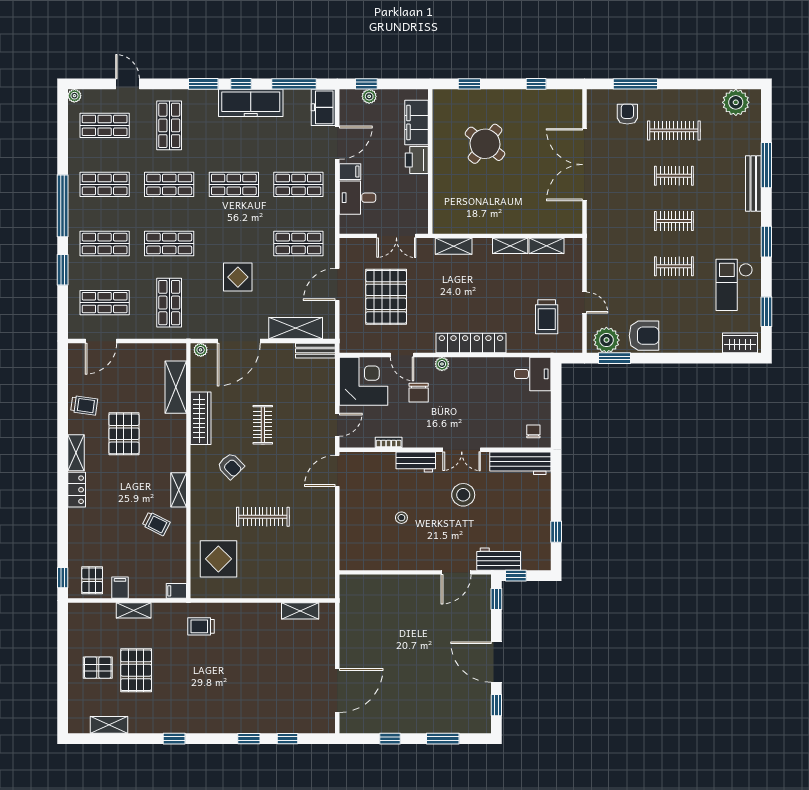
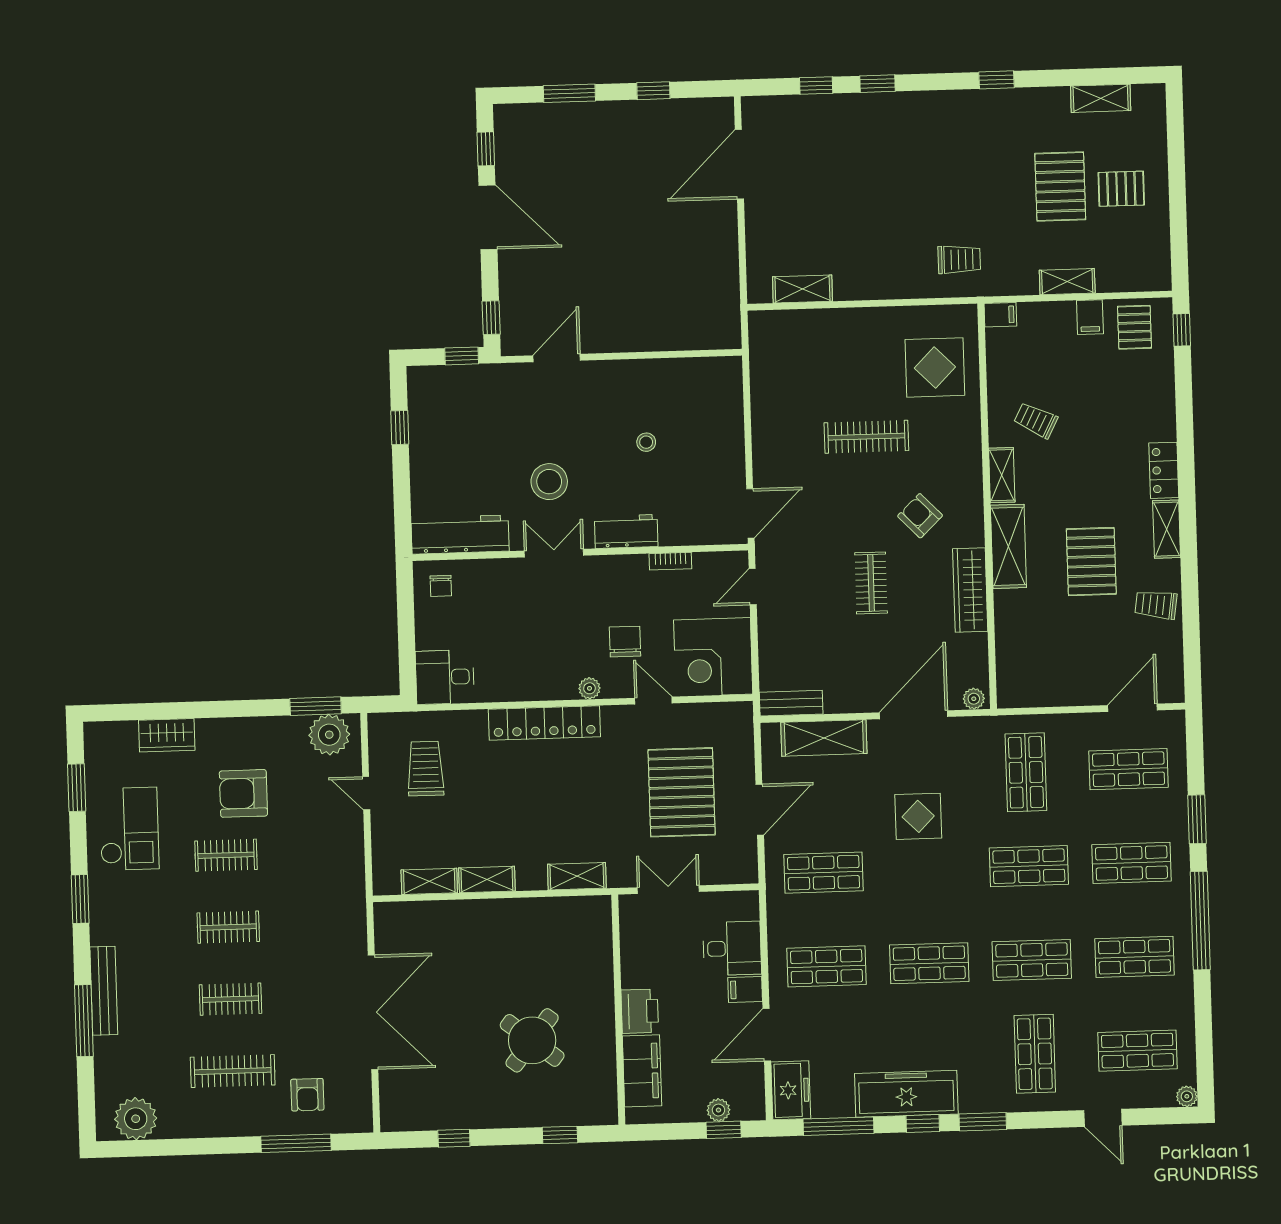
armchair: (644, 336) -> (243, 793), moved
wardrobe: (740, 343) -> (167, 735), moved
shelving: (176, 387) -> (1008, 546), moved
workbench: (499, 559) -> (490, 381), removed

